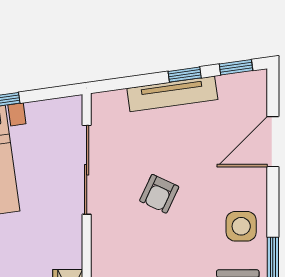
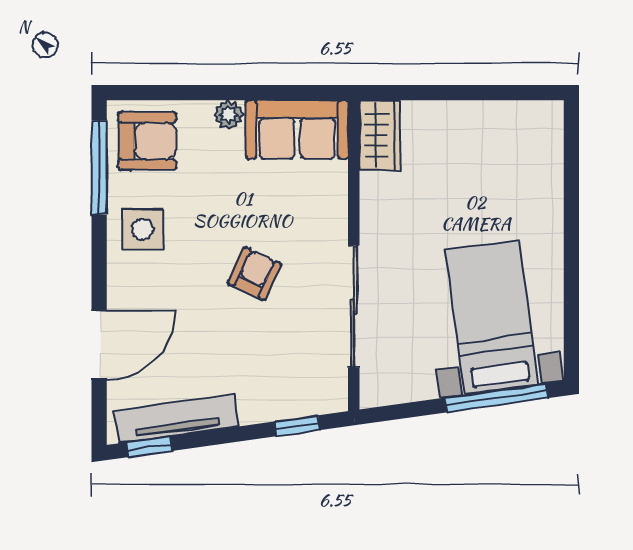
window: (185, 75) -> (297, 426), moved
tv unit: (172, 94) -> (177, 419), moved

